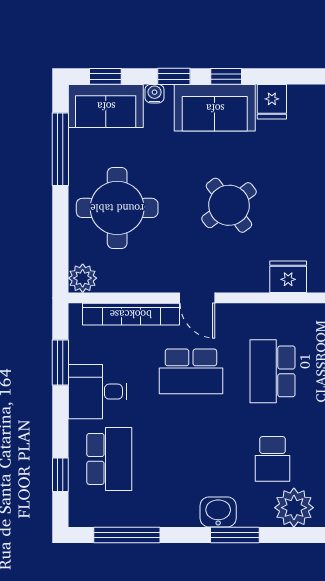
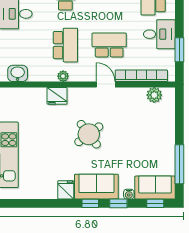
round table: (117, 208) -> (149, 133), removed
plant: (83, 278) -> (154, 95), moved
plant: (277, 313) -> (63, 76), added

